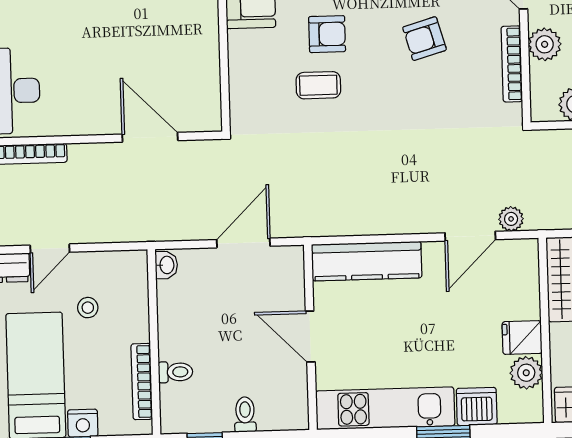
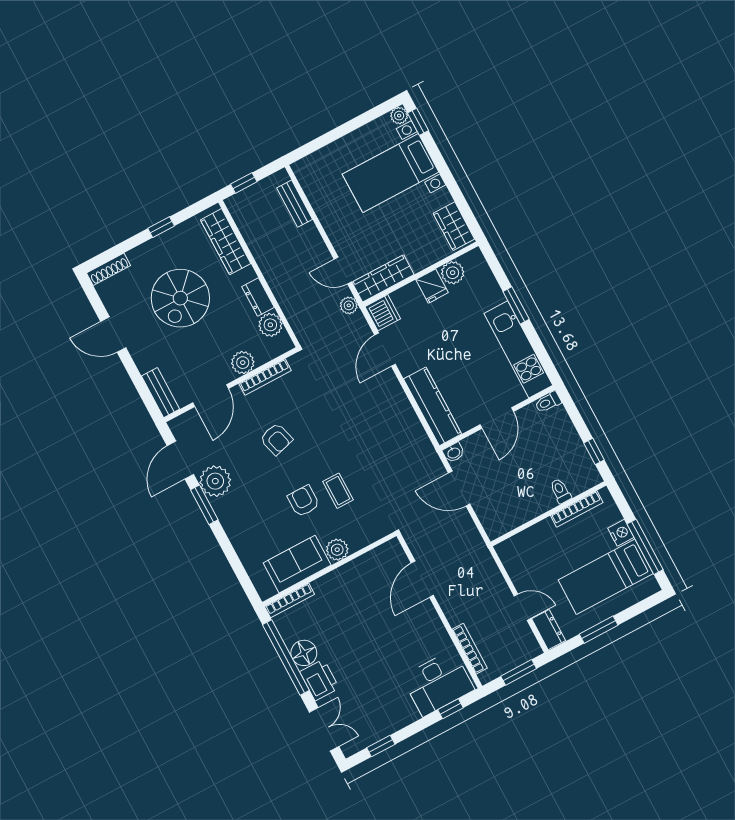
plant: (243, 46) -> (337, 550), added
plant: (511, 219) -> (349, 305), moved
door: (470, 236) -> (385, 350), swing flipped
washbasin: (166, 265) -> (454, 453), moved, turned 180
stool: (88, 308) -> (547, 565), removed
dishwasher: (477, 406) -> (383, 313), moved, turned 180
toilet: (245, 414) -> (548, 402), moved

